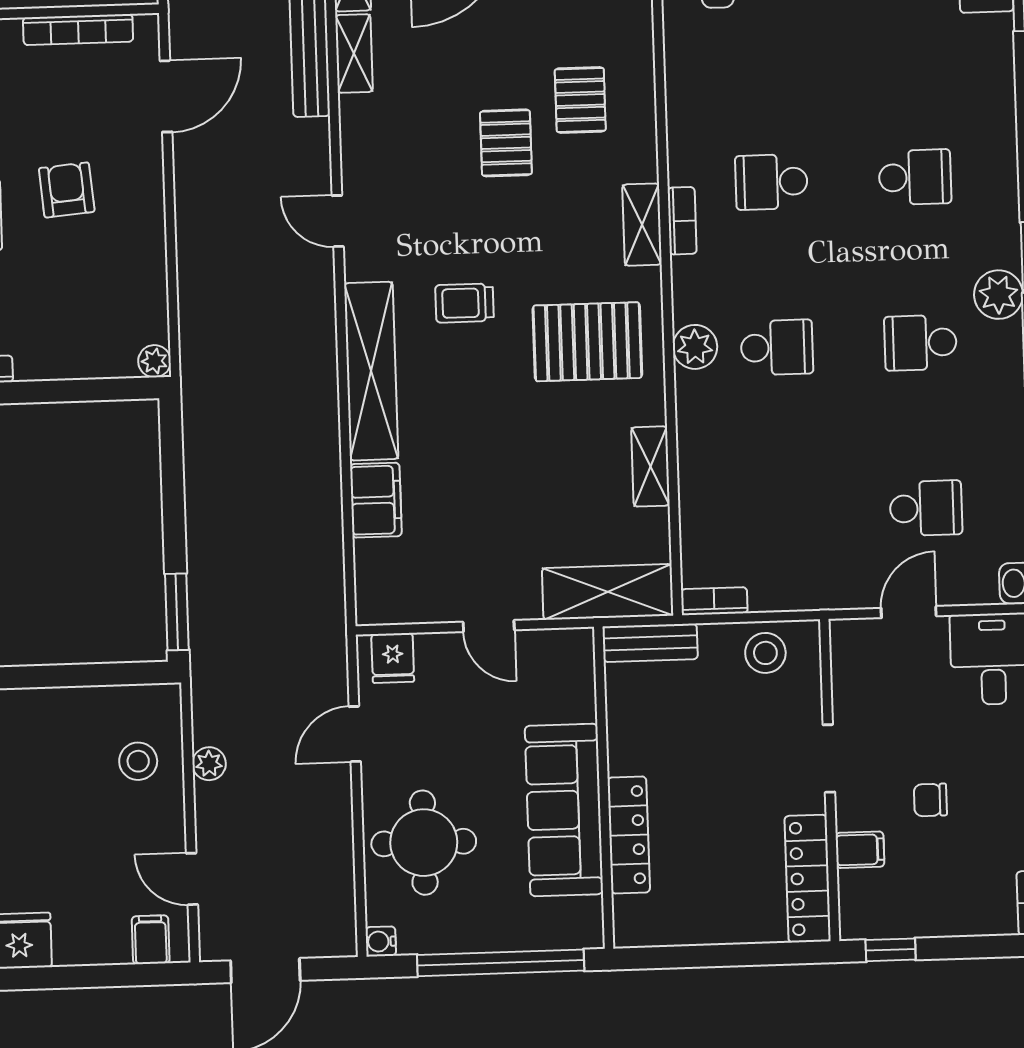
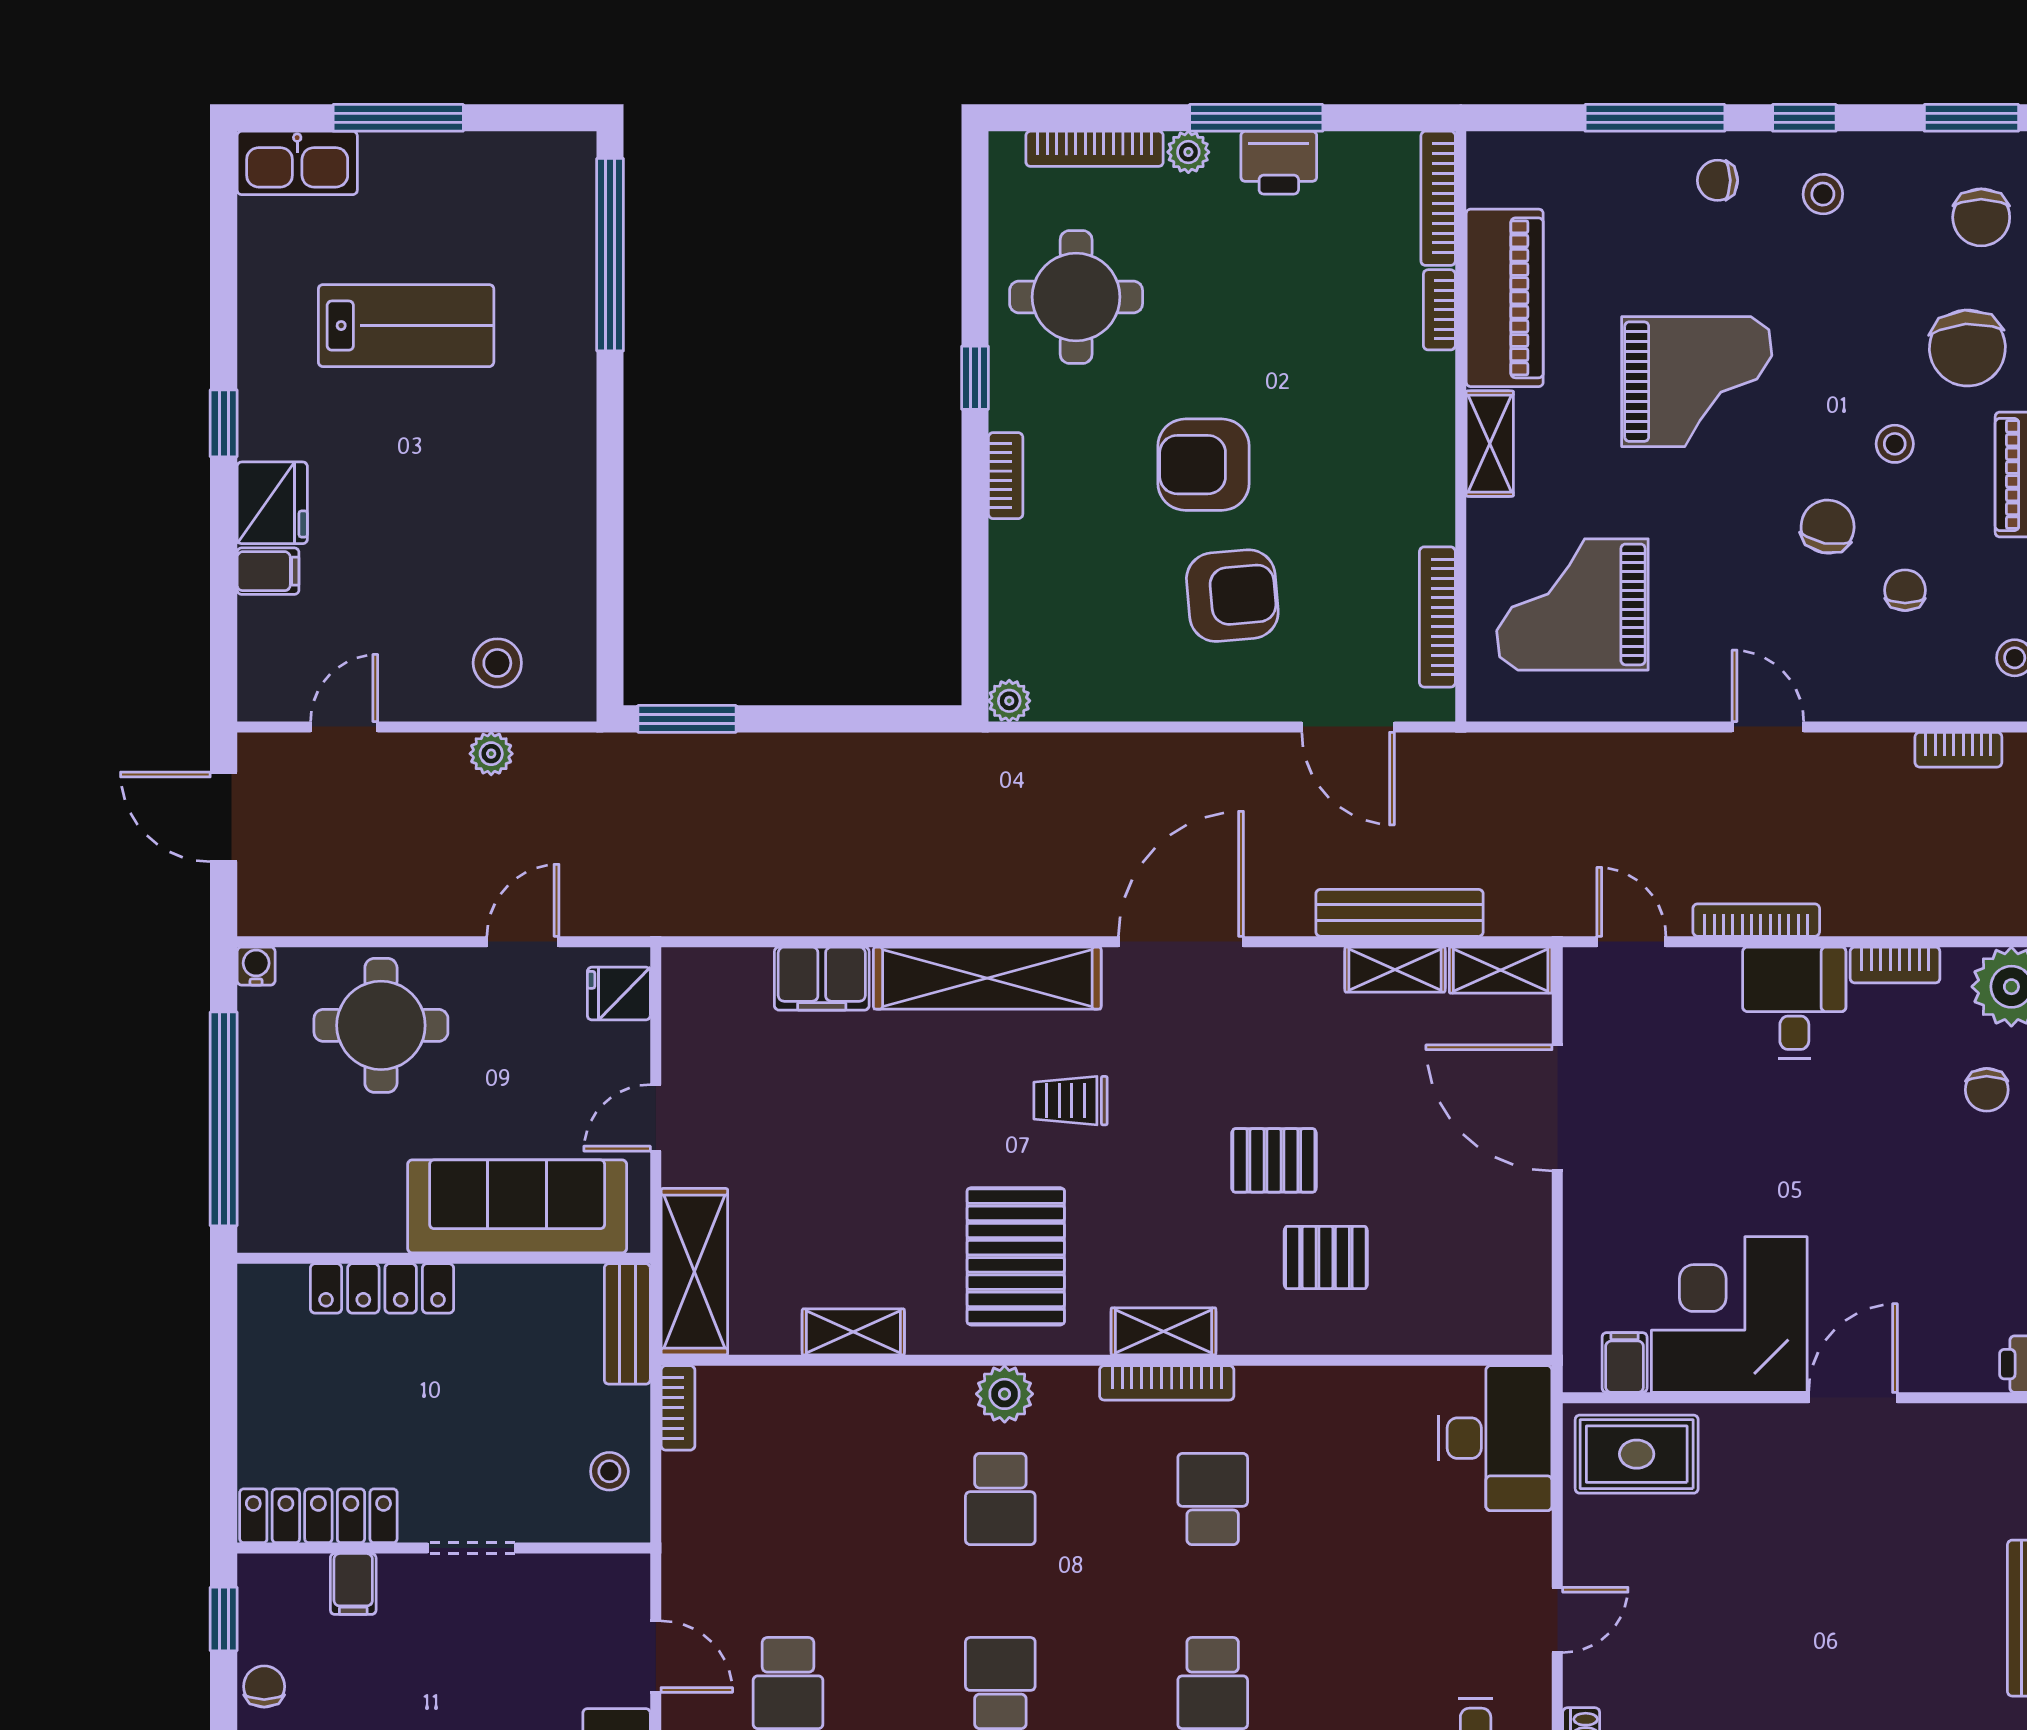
armchair: (67, 190) -> (1232, 596), width x1.38, depth x1.38
door: (338, 221) -> (1181, 942), width x1.87
bookcase: (682, 221) -> (1167, 1383), width x1.56
trolley: (465, 303) -> (1071, 1101), turned -90
stool: (765, 653) -> (609, 1471), width x0.73, depth x0.73
door: (355, 734) -> (523, 942), hinge flipped
chair: (930, 800) -> (264, 1687), moved
sofa: (564, 810) -> (517, 1206), moved
filing cabinet: (151, 940) -> (268, 571), moved

